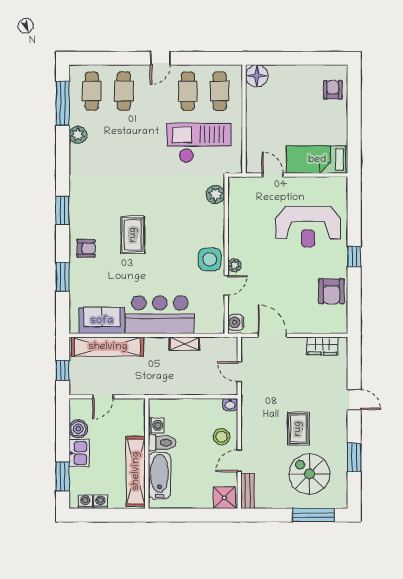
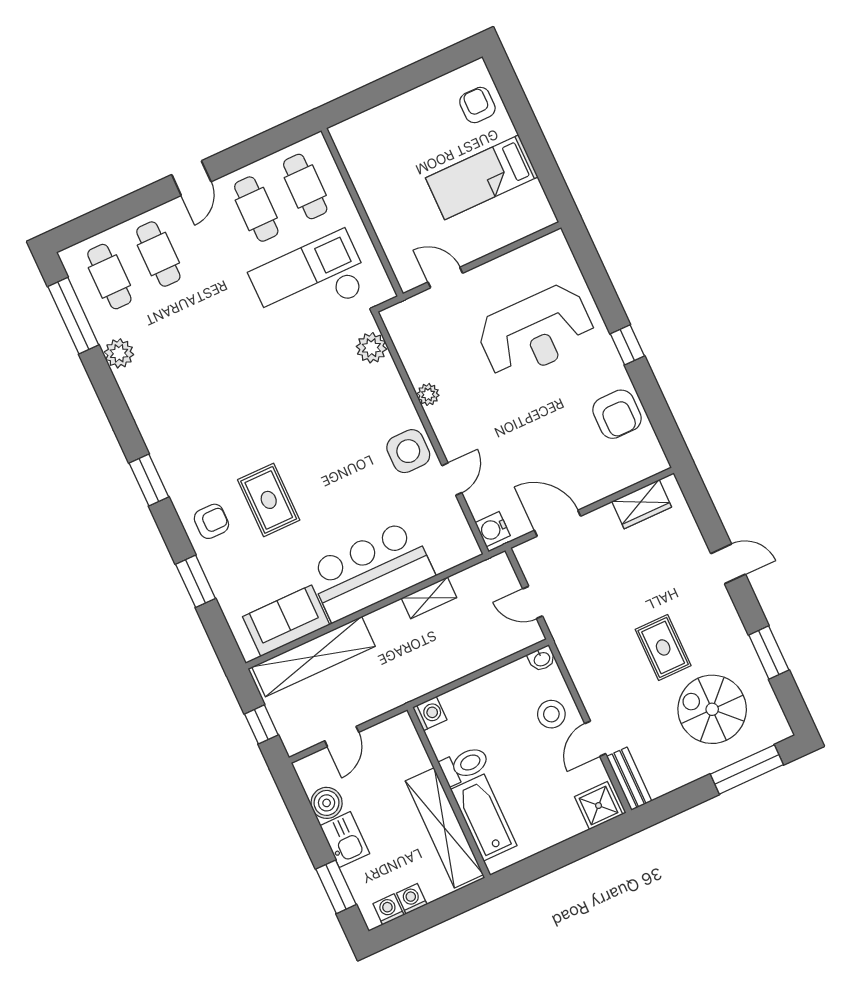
floor lamp: (257, 76) -> (351, 137), removed
bed: (317, 160) -> (482, 177), moved
rug: (133, 235) -> (269, 500), moved
plant: (234, 265) -> (428, 394), moved
washing machine: (156, 425) -> (430, 713), moved

